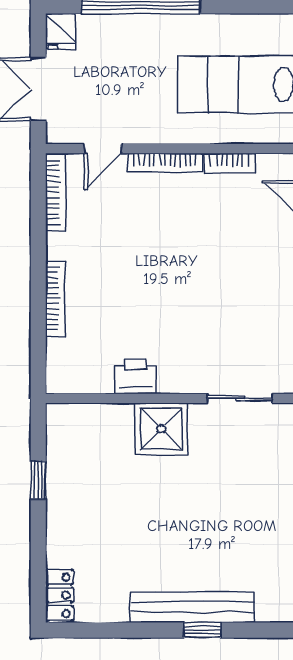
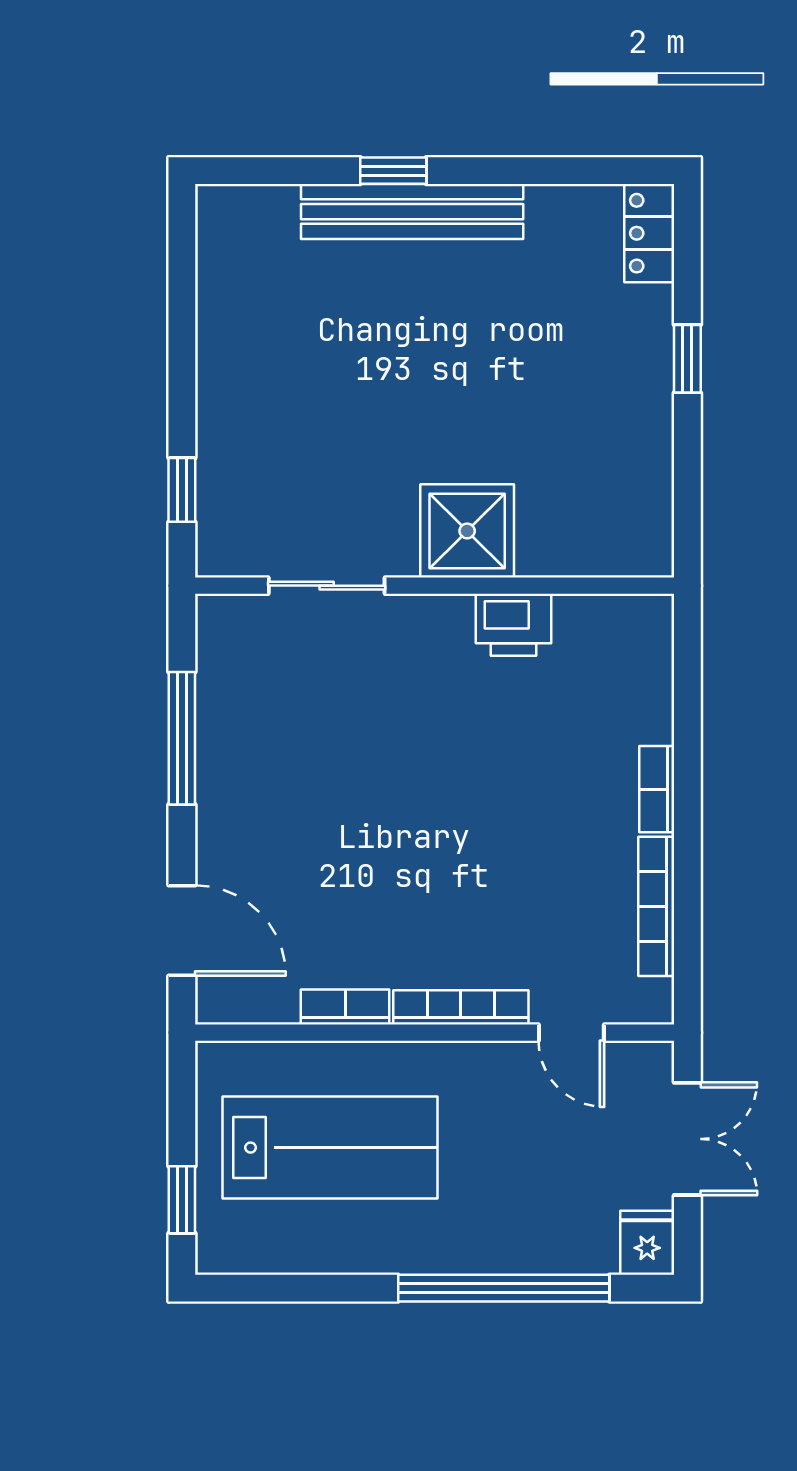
door: (103, 149) -> (571, 1033), swing flipped
bookcase: (56, 192) -> (656, 906), moved
bookcase: (55, 298) -> (657, 789), width x0.64
window: (38, 480) -> (687, 359), moved

